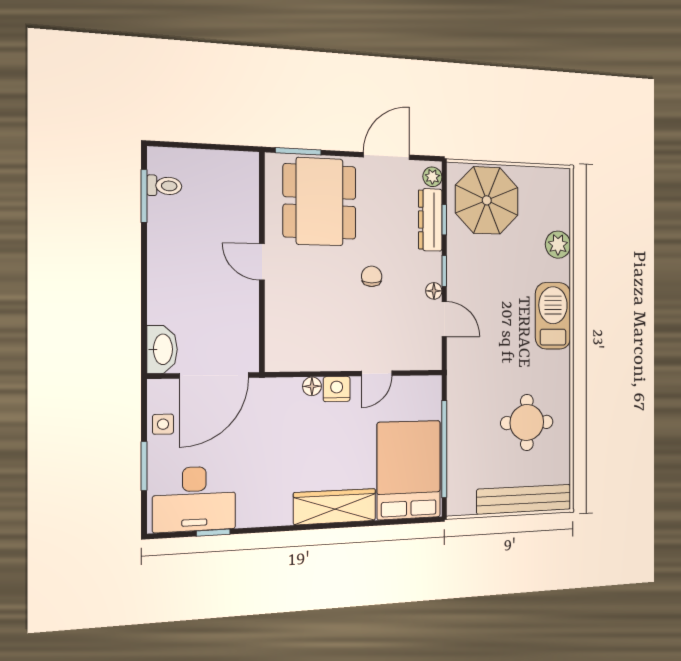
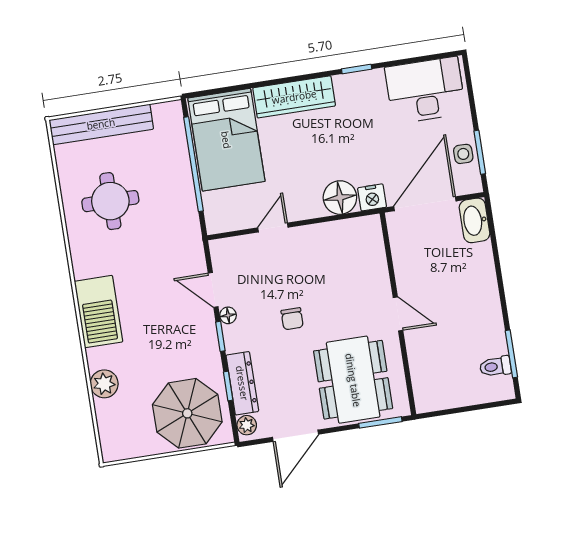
floor lamp: (312, 386) -> (340, 198), width x1.89, depth x1.89
nightstand: (337, 389) -> (372, 197), moved
window: (144, 466) -> (480, 152), moved
window: (213, 533) -> (357, 69), moved

